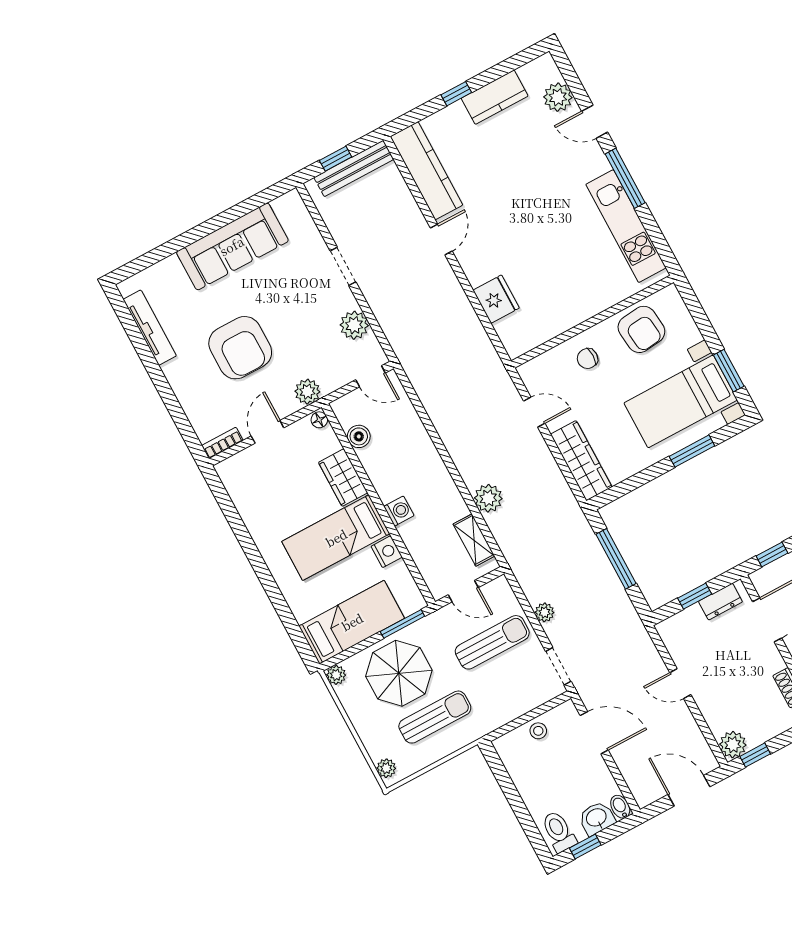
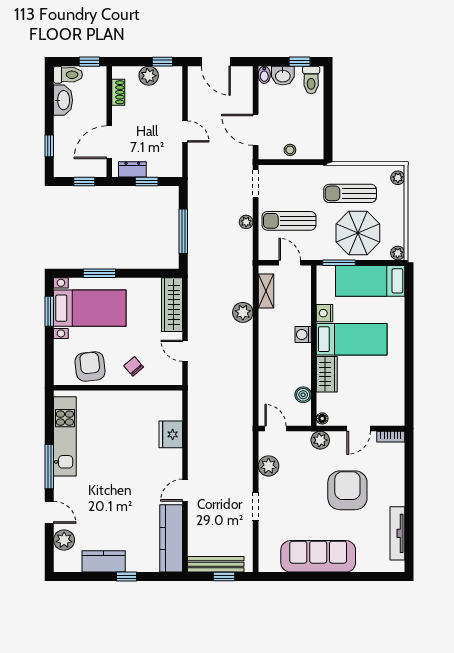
chair: (587, 359) -> (134, 366), turned -131
plant: (733, 745) -> (149, 76), moved

